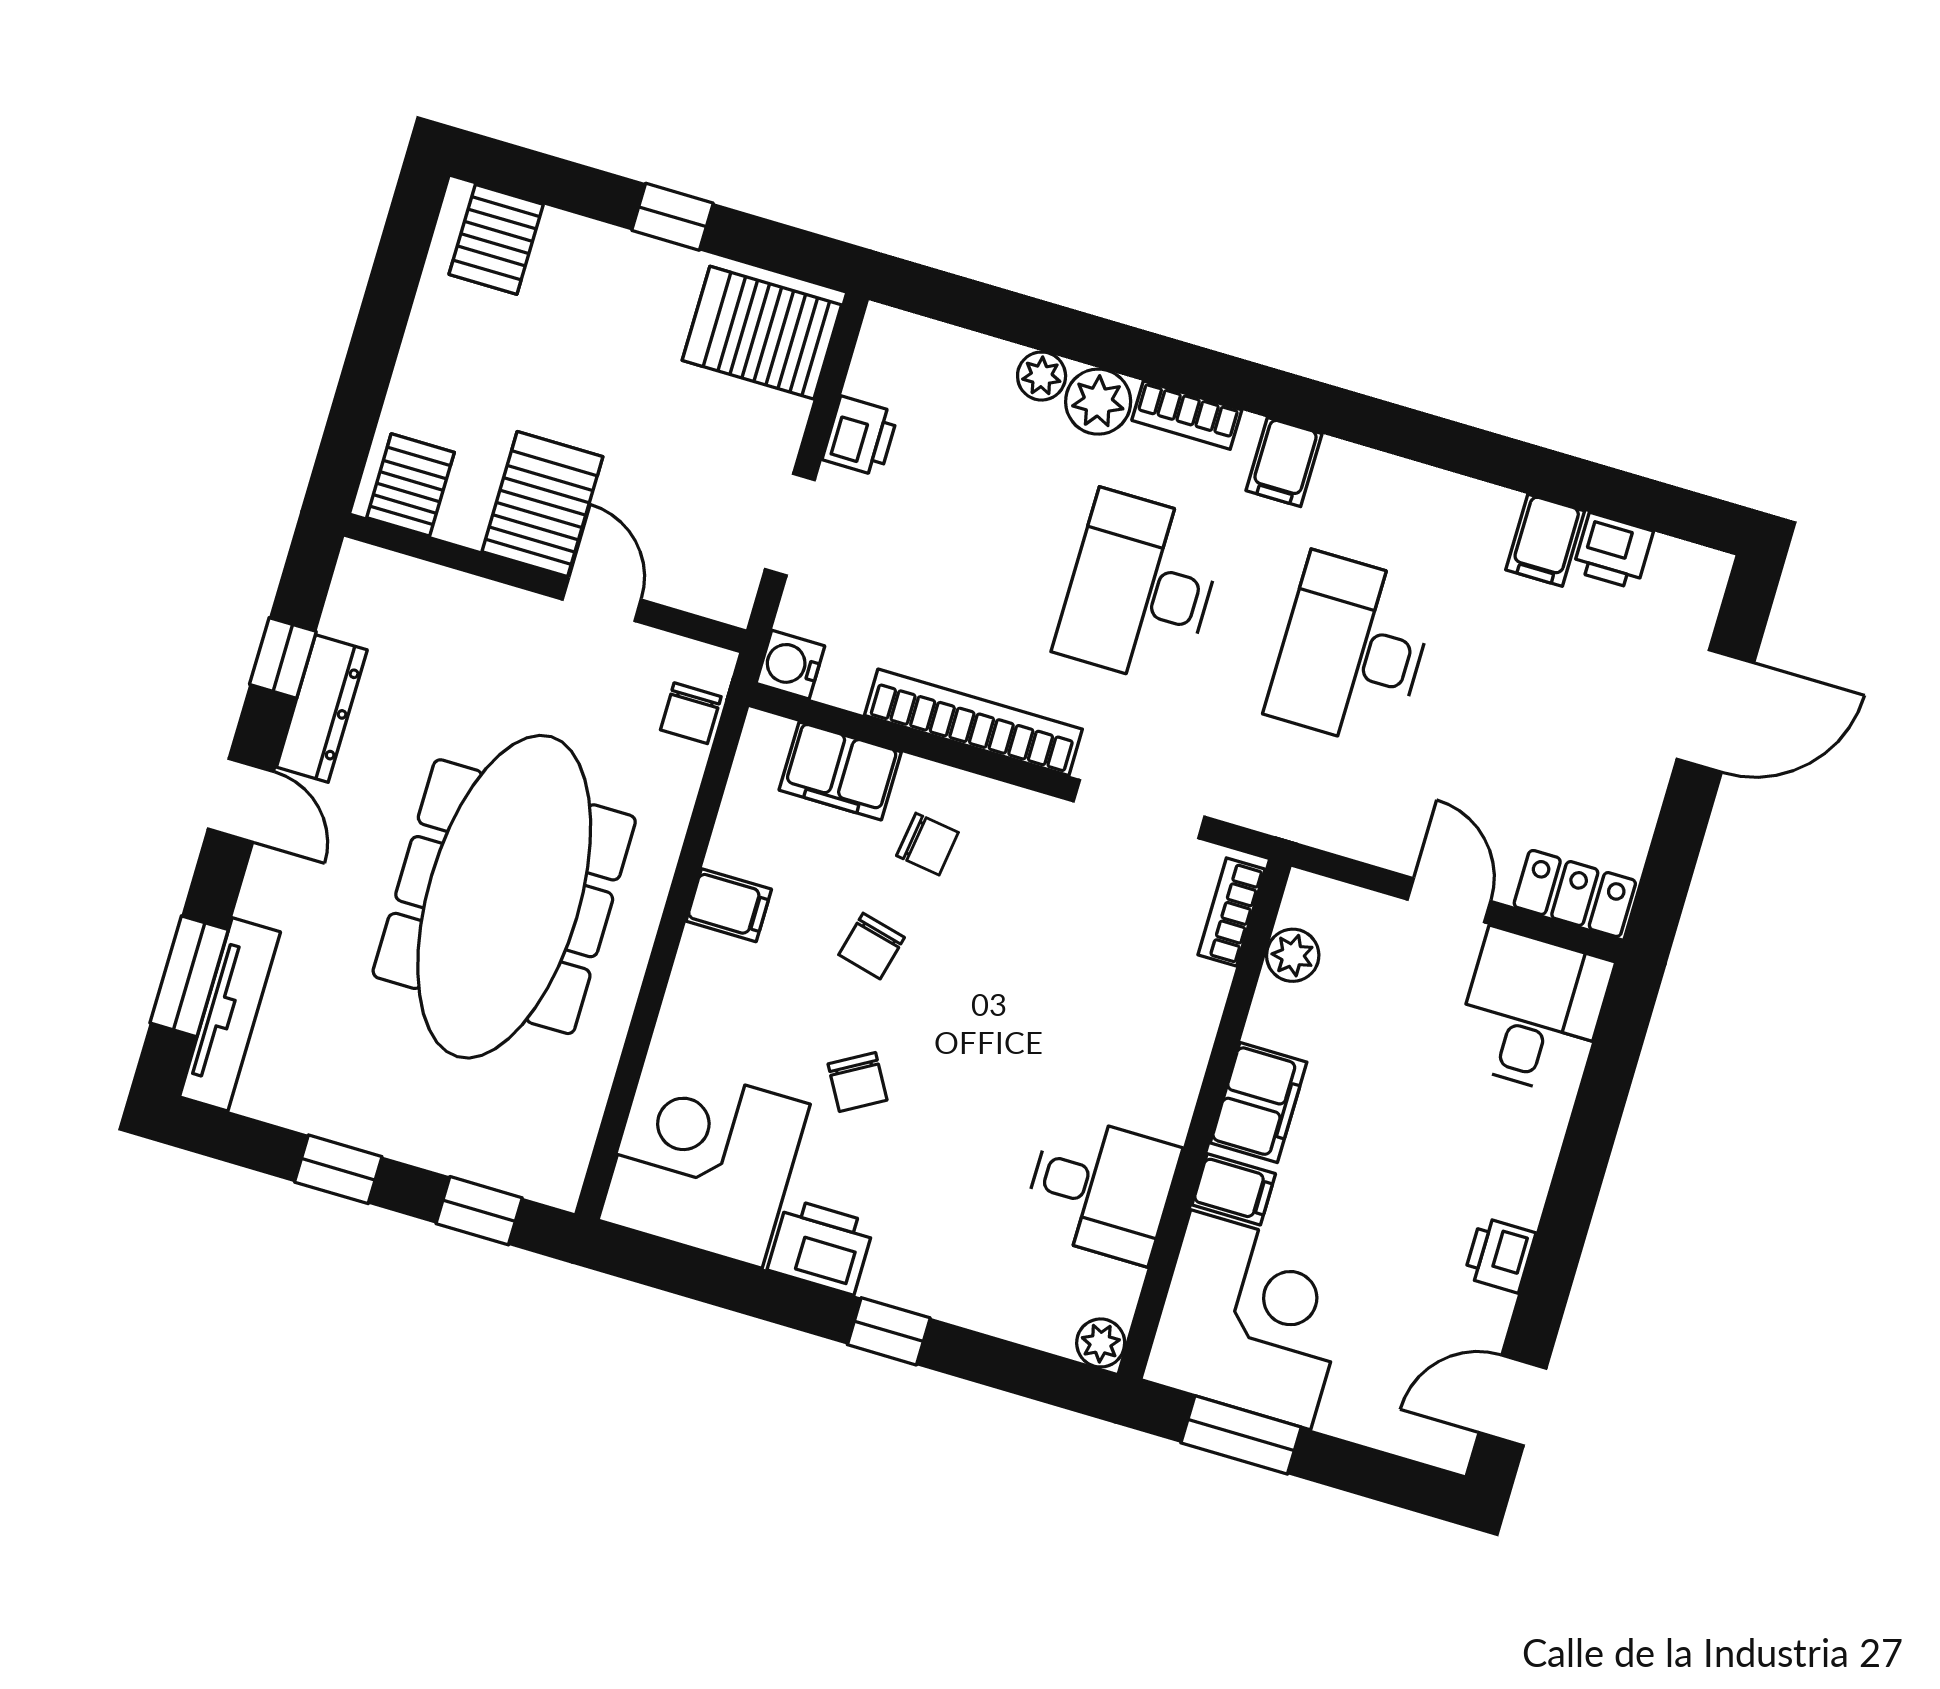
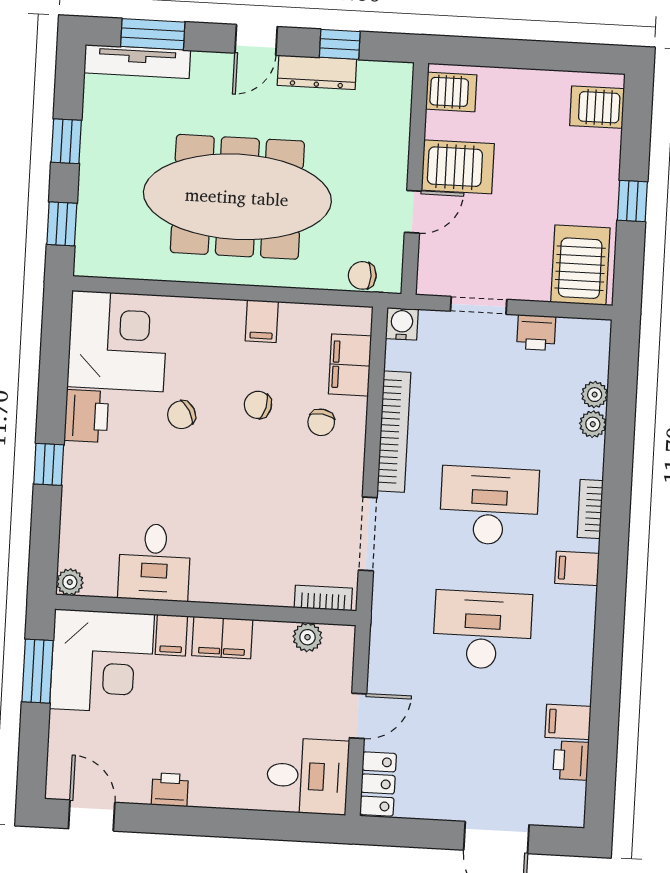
plant: (1098, 402) -> (595, 395), moved, width x0.73, depth x0.73

